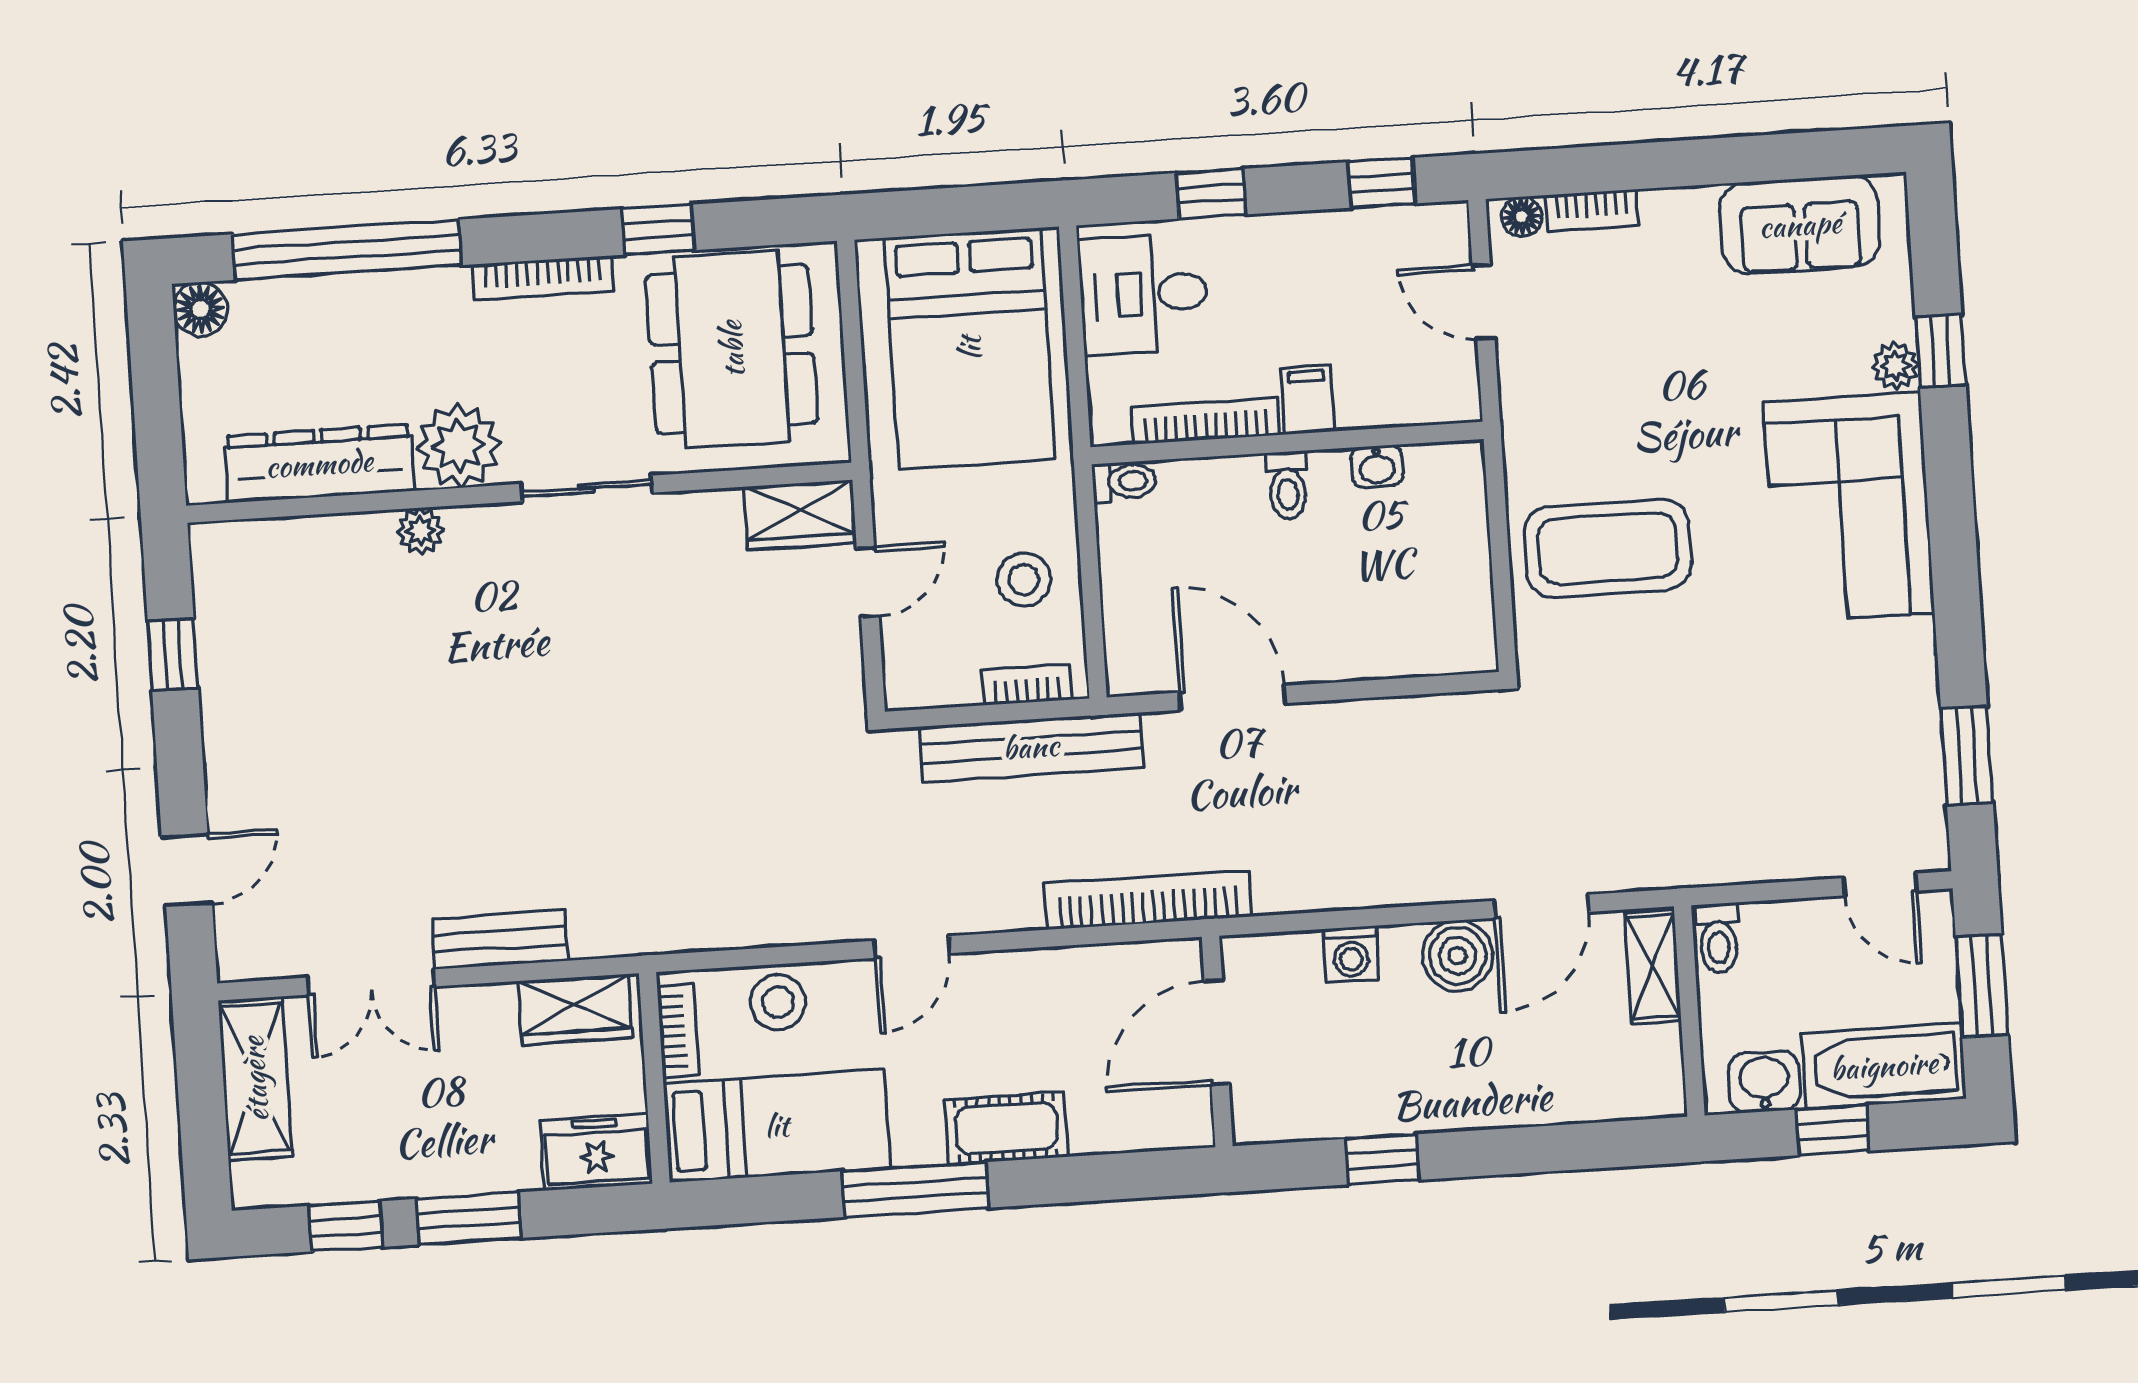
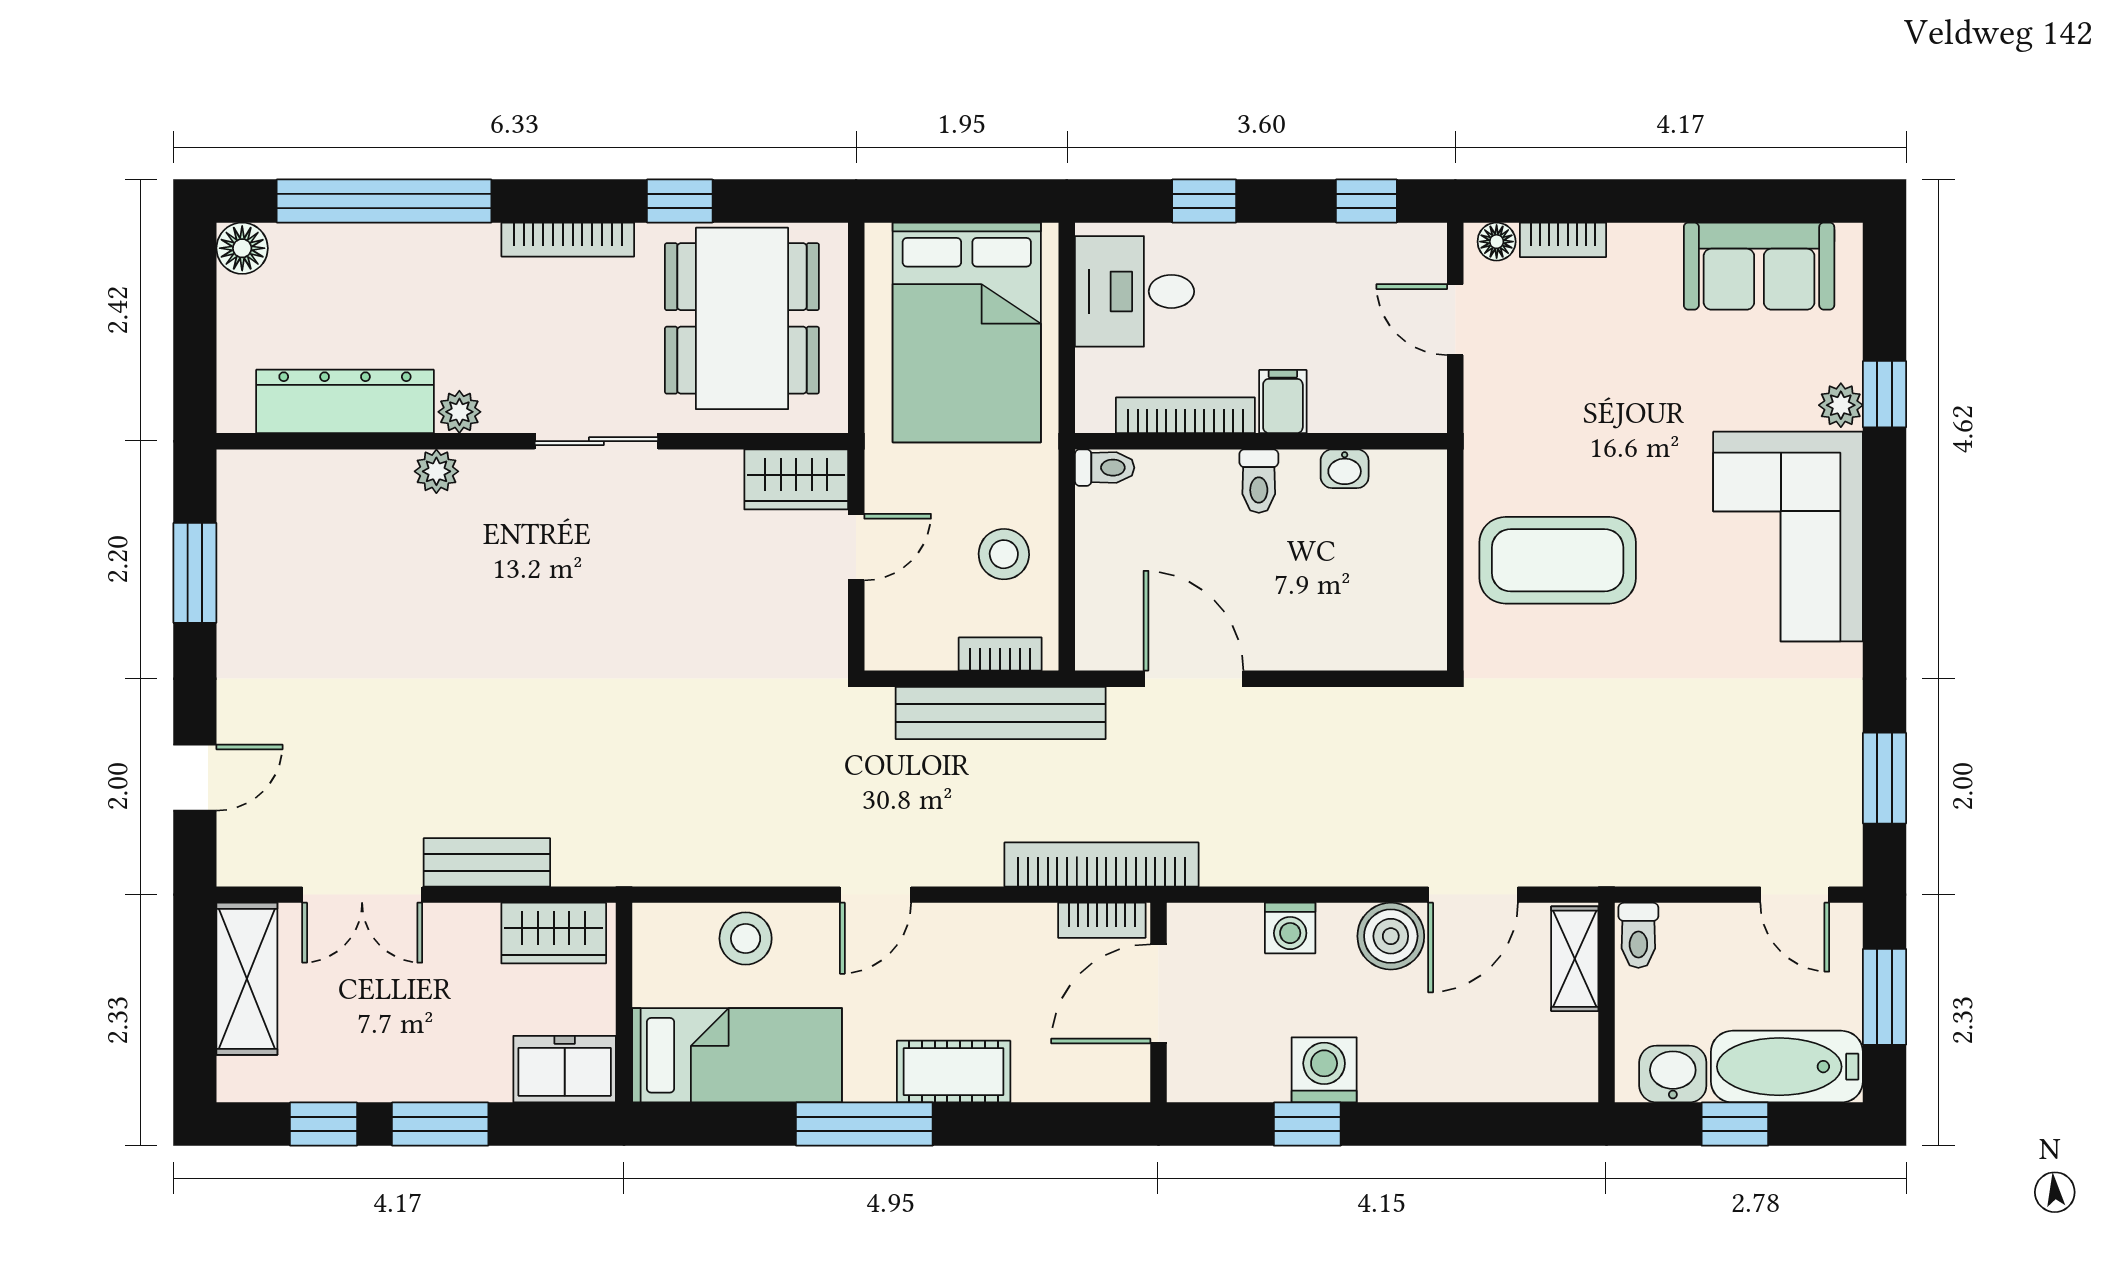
plant: (459, 446) -> (459, 412), width x0.53, depth x0.53
window: (173, 654) -> (195, 573), width x1.50
bookcase: (678, 1031) -> (1102, 920), moved, turned 90
washing machine: (1396, 1101) -> (1324, 1070), added

